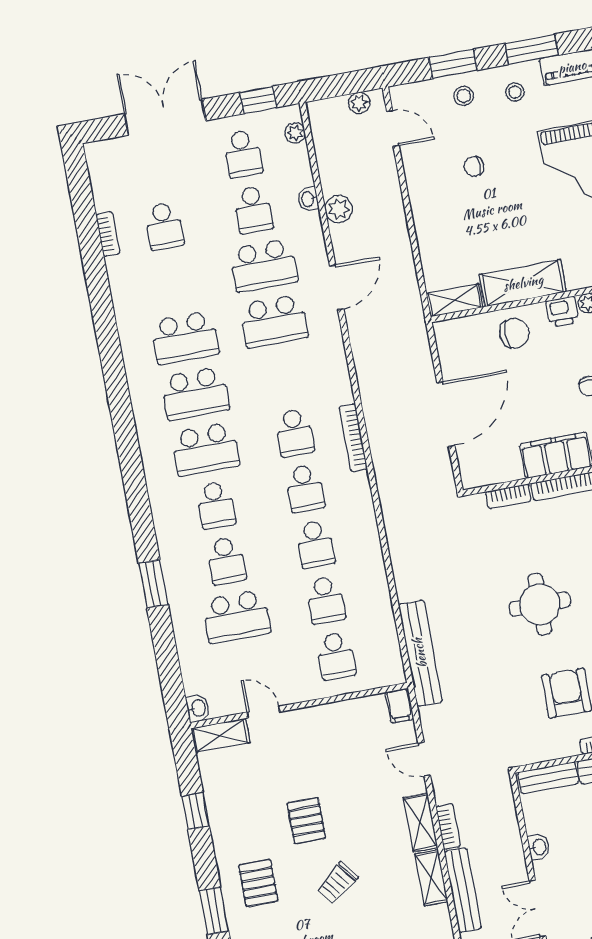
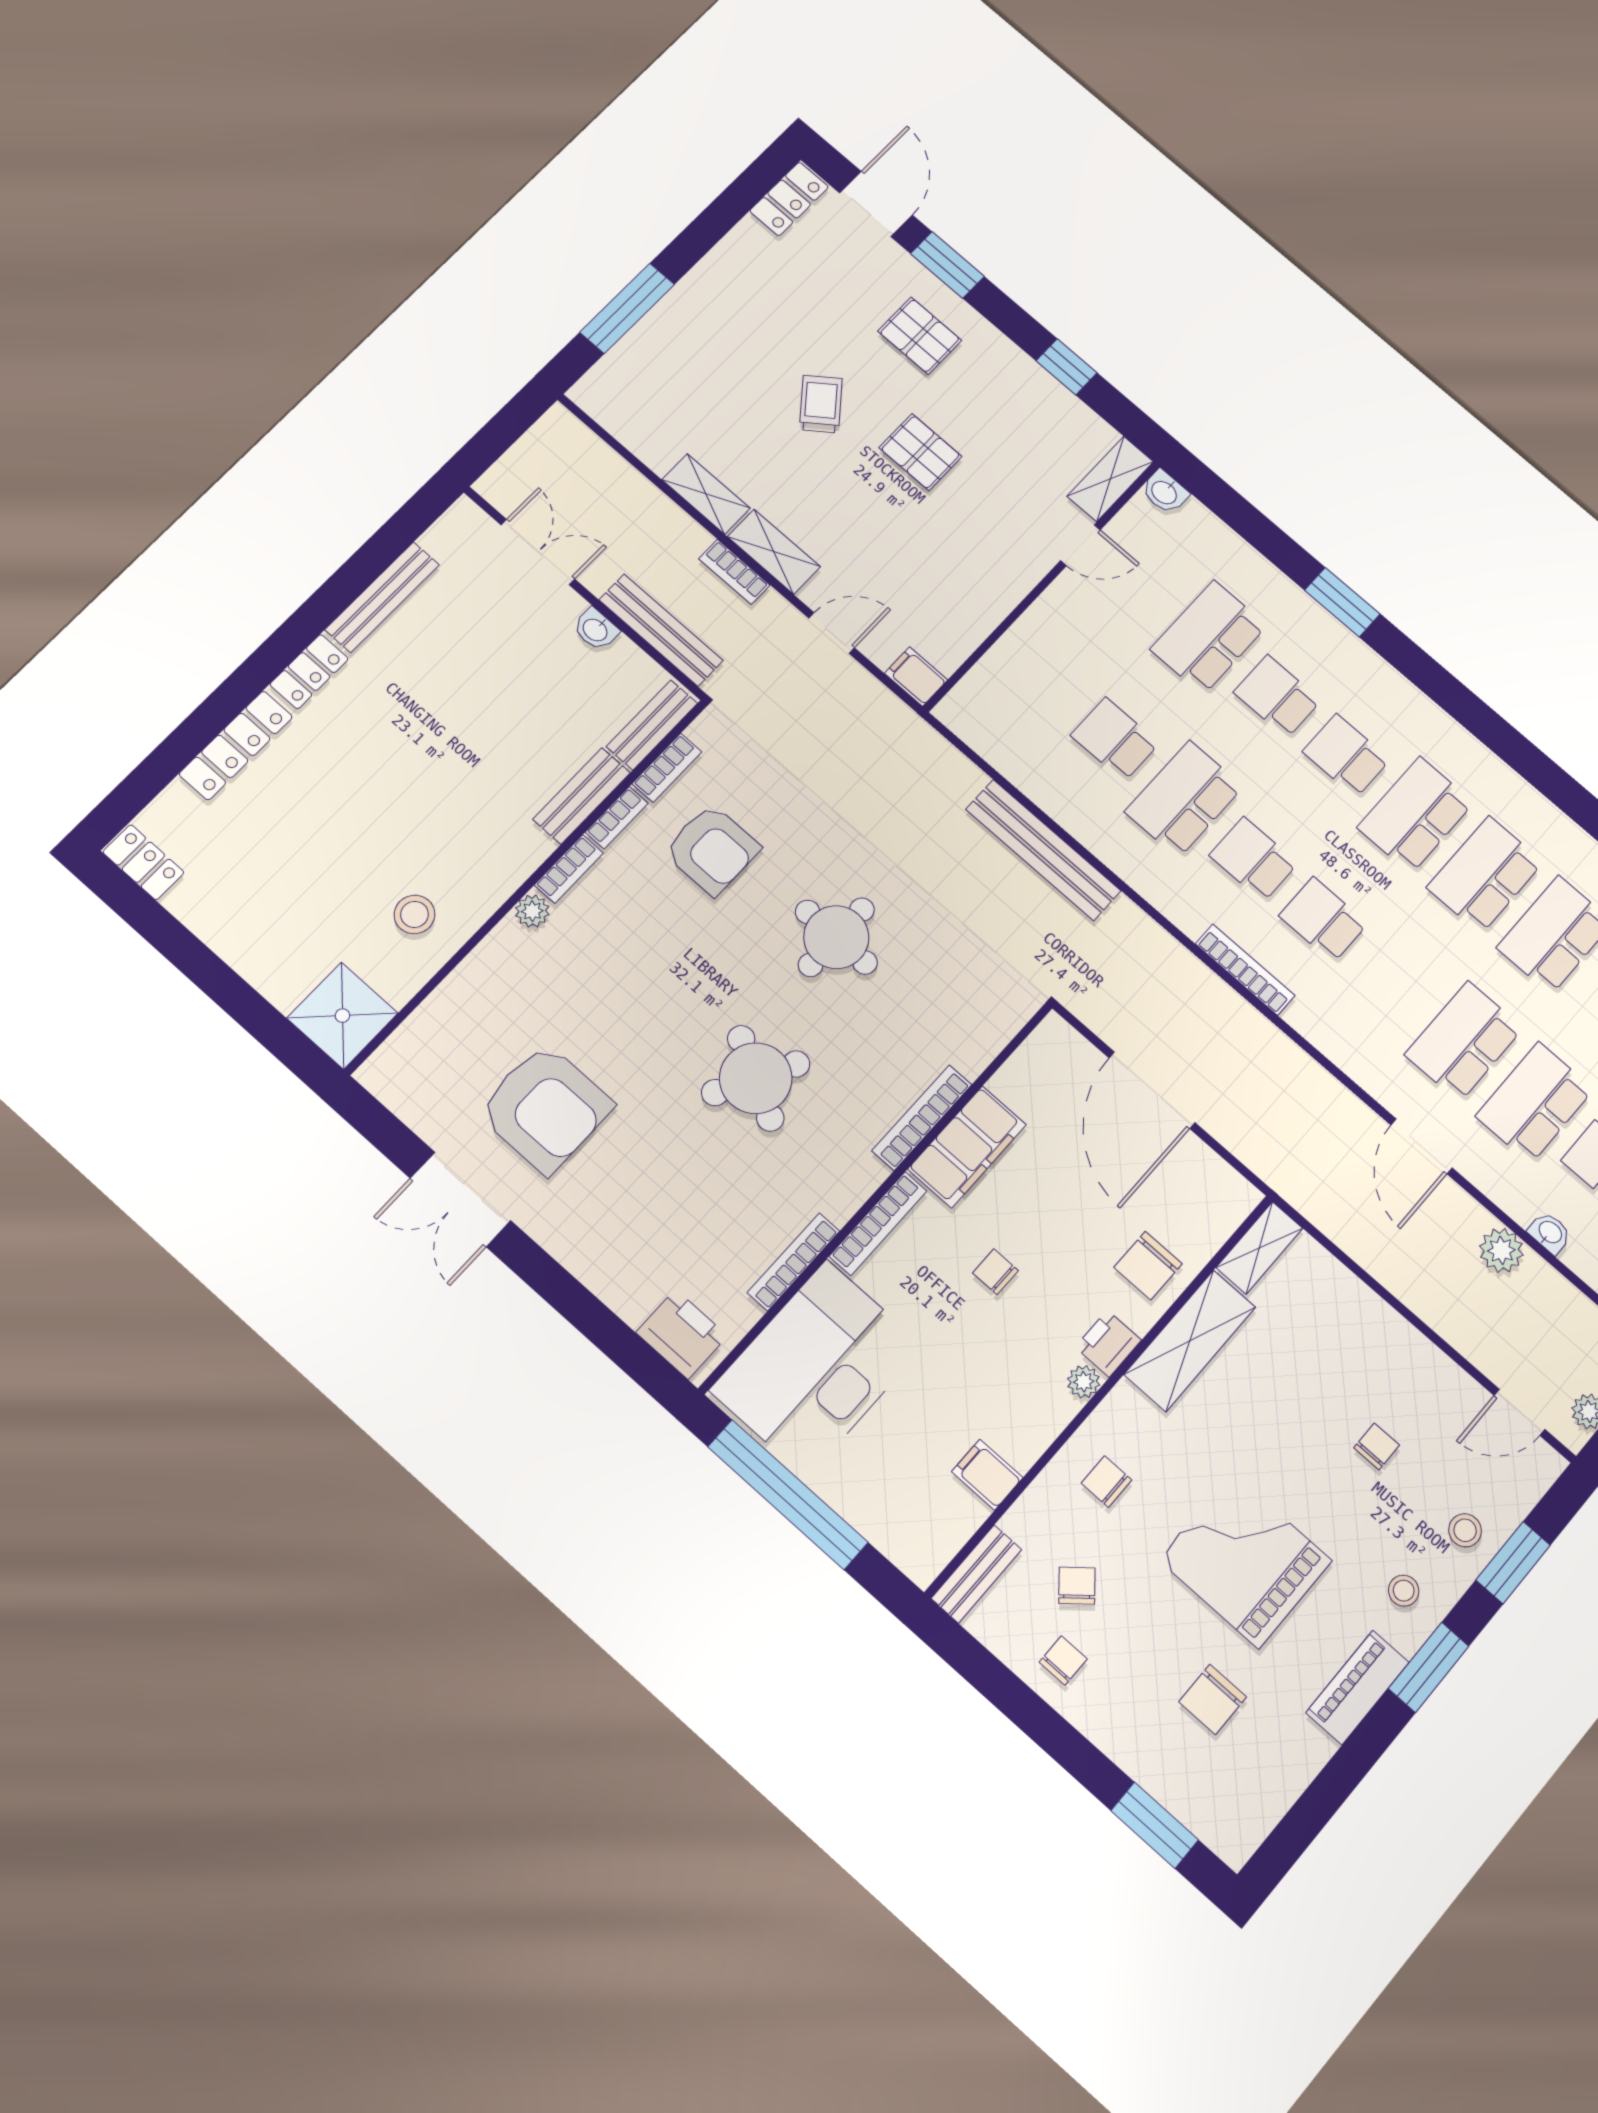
bookcase: (508, 496) -> (667, 768), moved, turned 180
school desk: (315, 544) -> (1184, 799), width x1.85
bench: (420, 653) -> (1043, 850), moved
school desk: (336, 656) -> (1046, 680), removed
bench: (463, 890) -> (661, 630), moved

